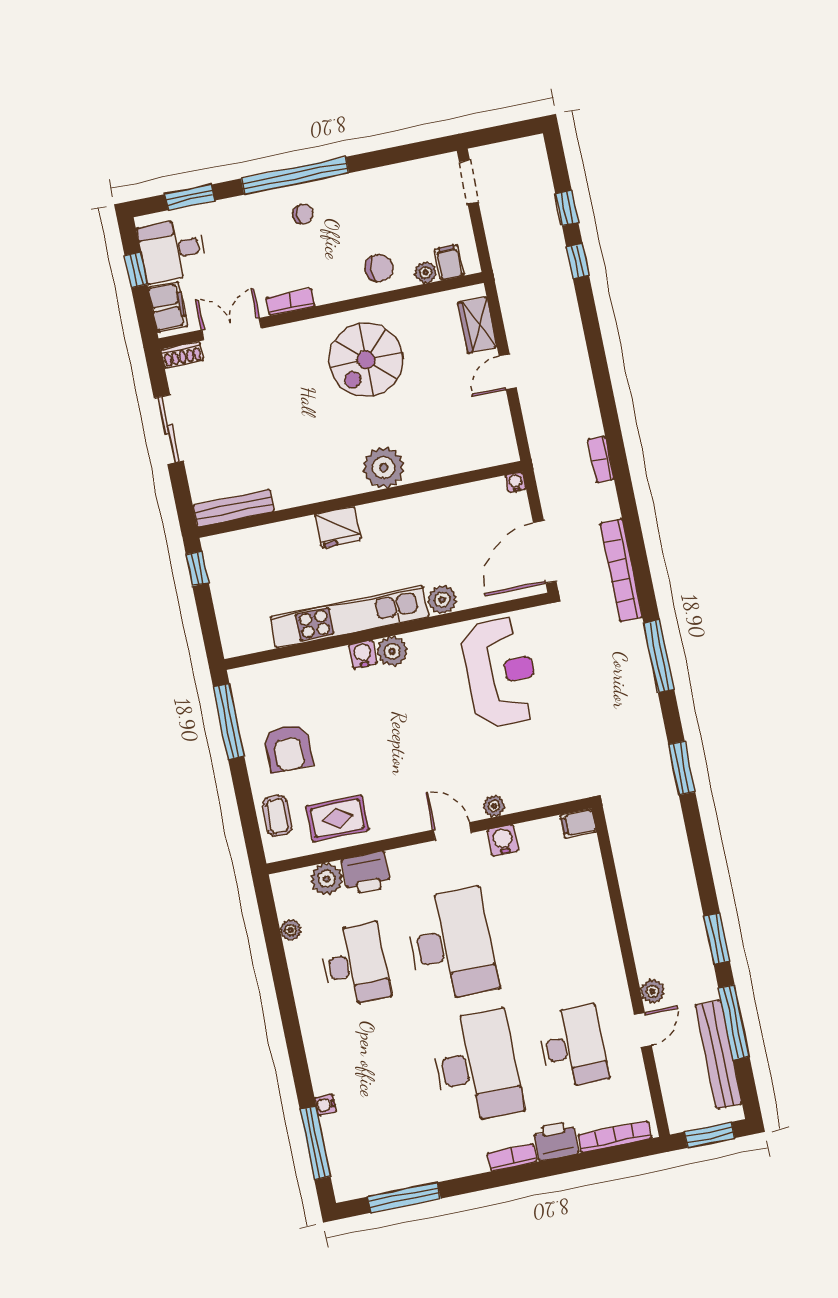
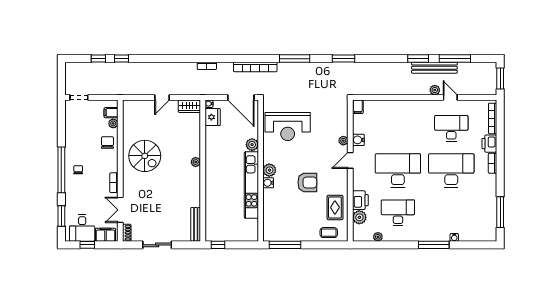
wardrobe: (477, 325) -> (189, 106), moved
door: (508, 372) -> (162, 97), hinge flipped
plant: (384, 468) -> (196, 162), width x0.53, depth x0.53
fridge: (338, 527) -> (213, 117), moved
reception desk: (500, 672) -> (288, 127), turned 180
armchair: (288, 748) -> (307, 182), moved
bench: (719, 1054) -> (434, 68), moved
window: (315, 1143) -> (434, 245), moved

